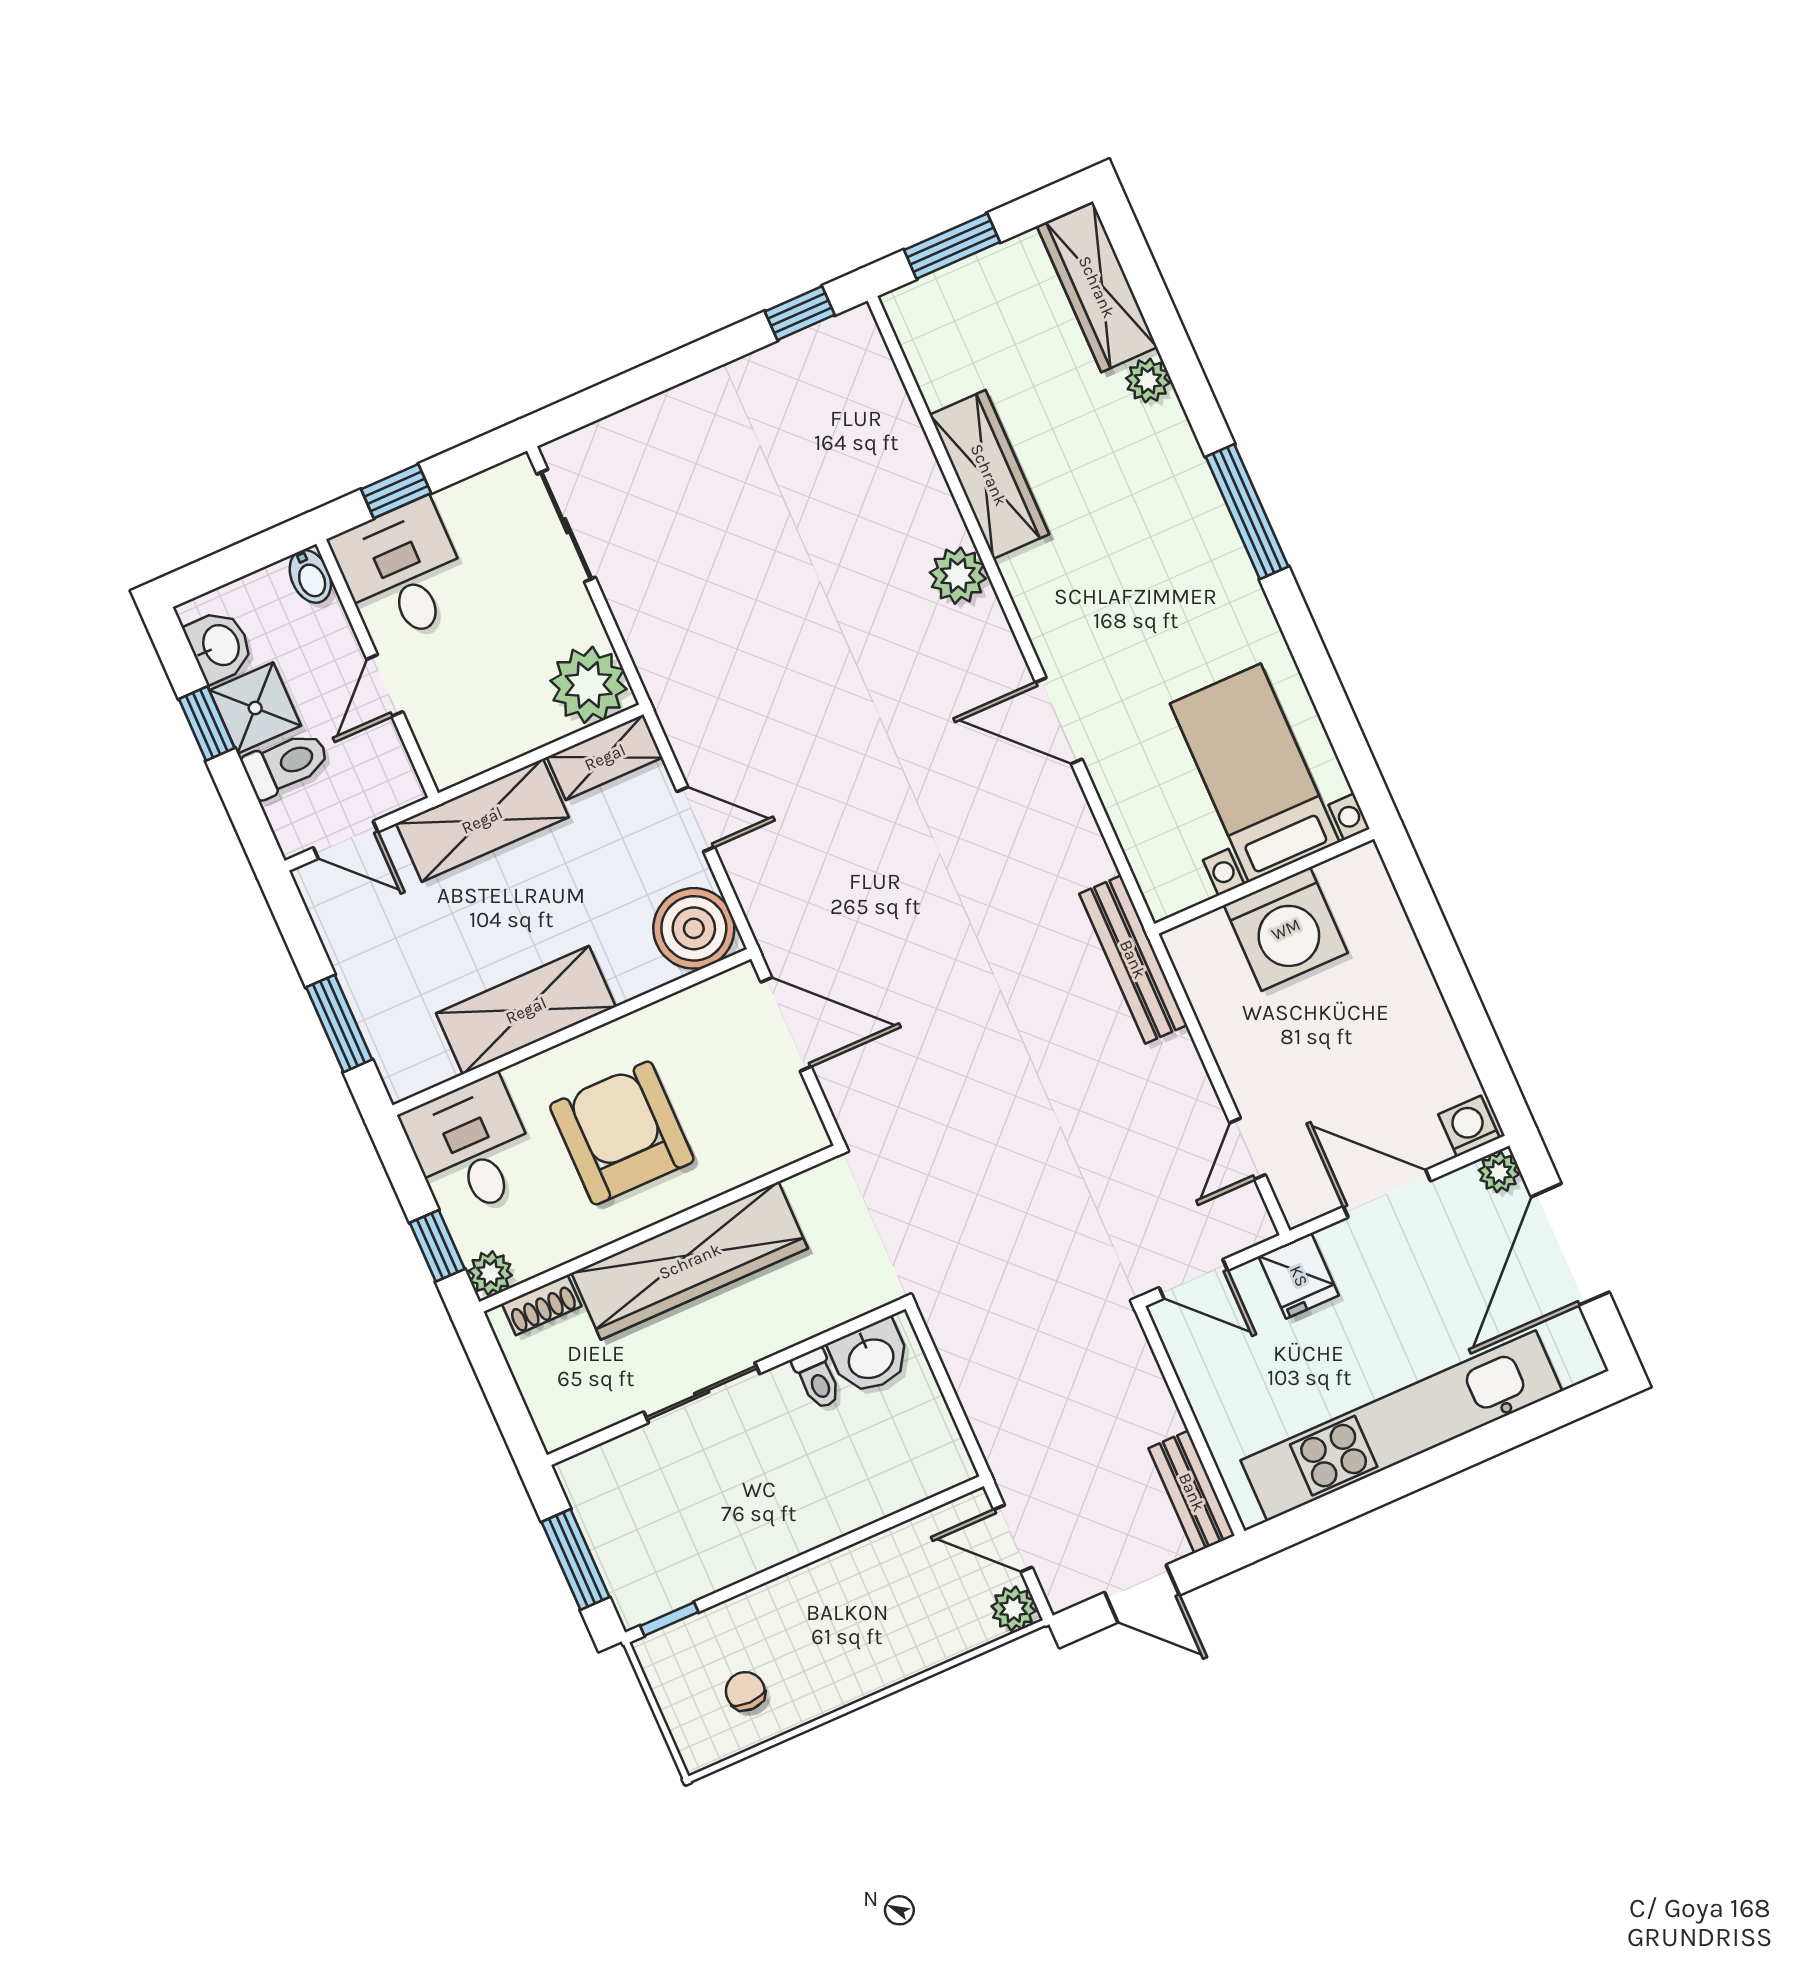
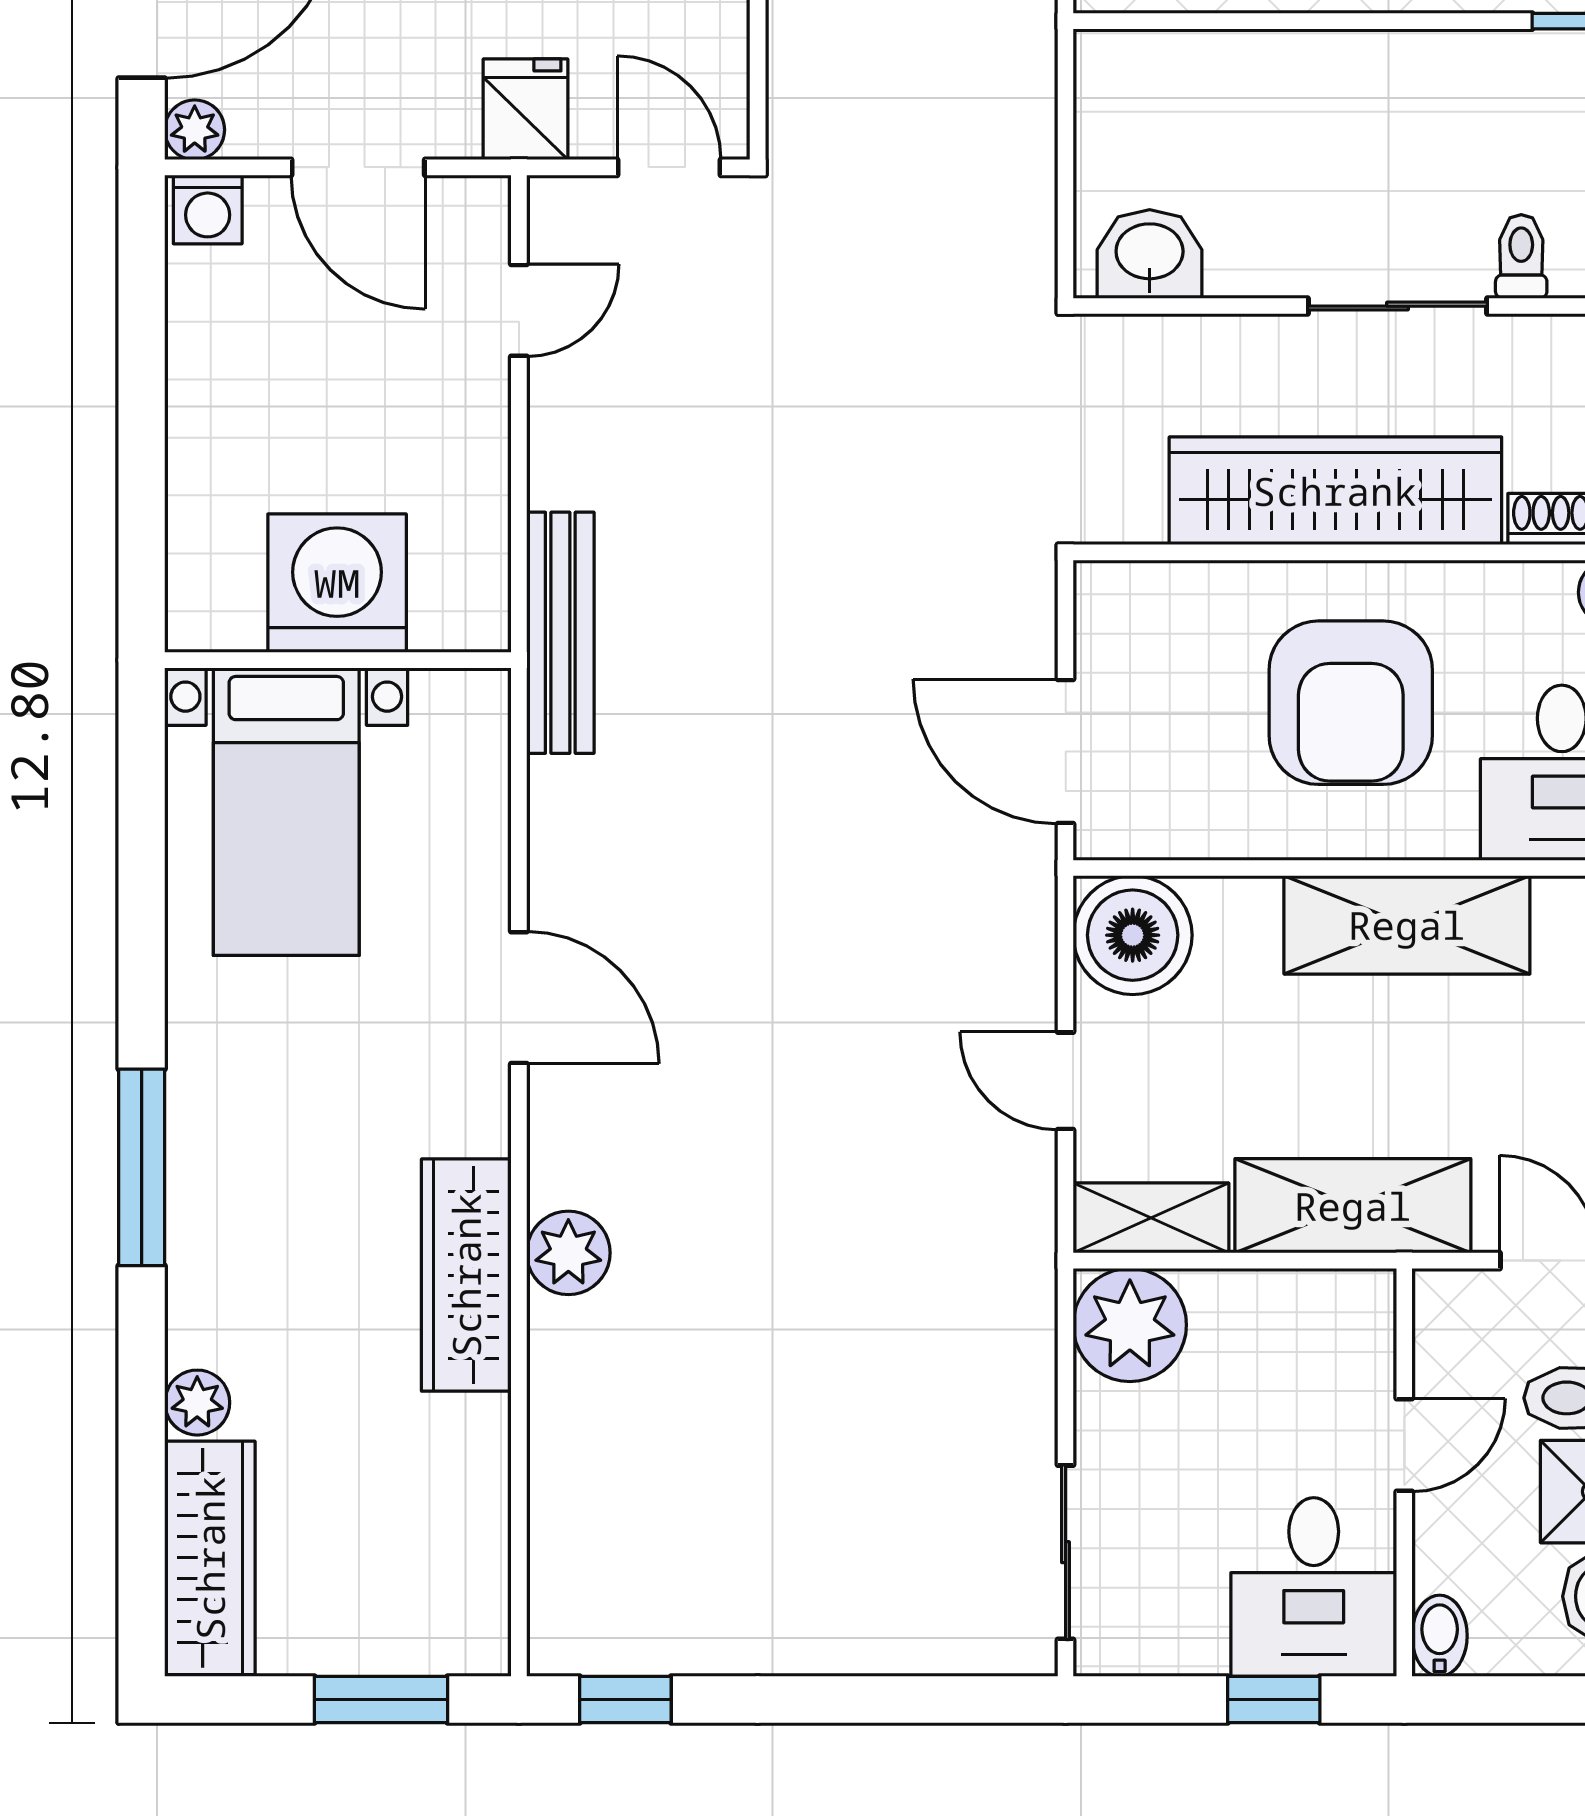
wardrobe: (989, 475) -> (466, 1275), moved
toilet: (817, 1379) -> (1521, 256), moved

